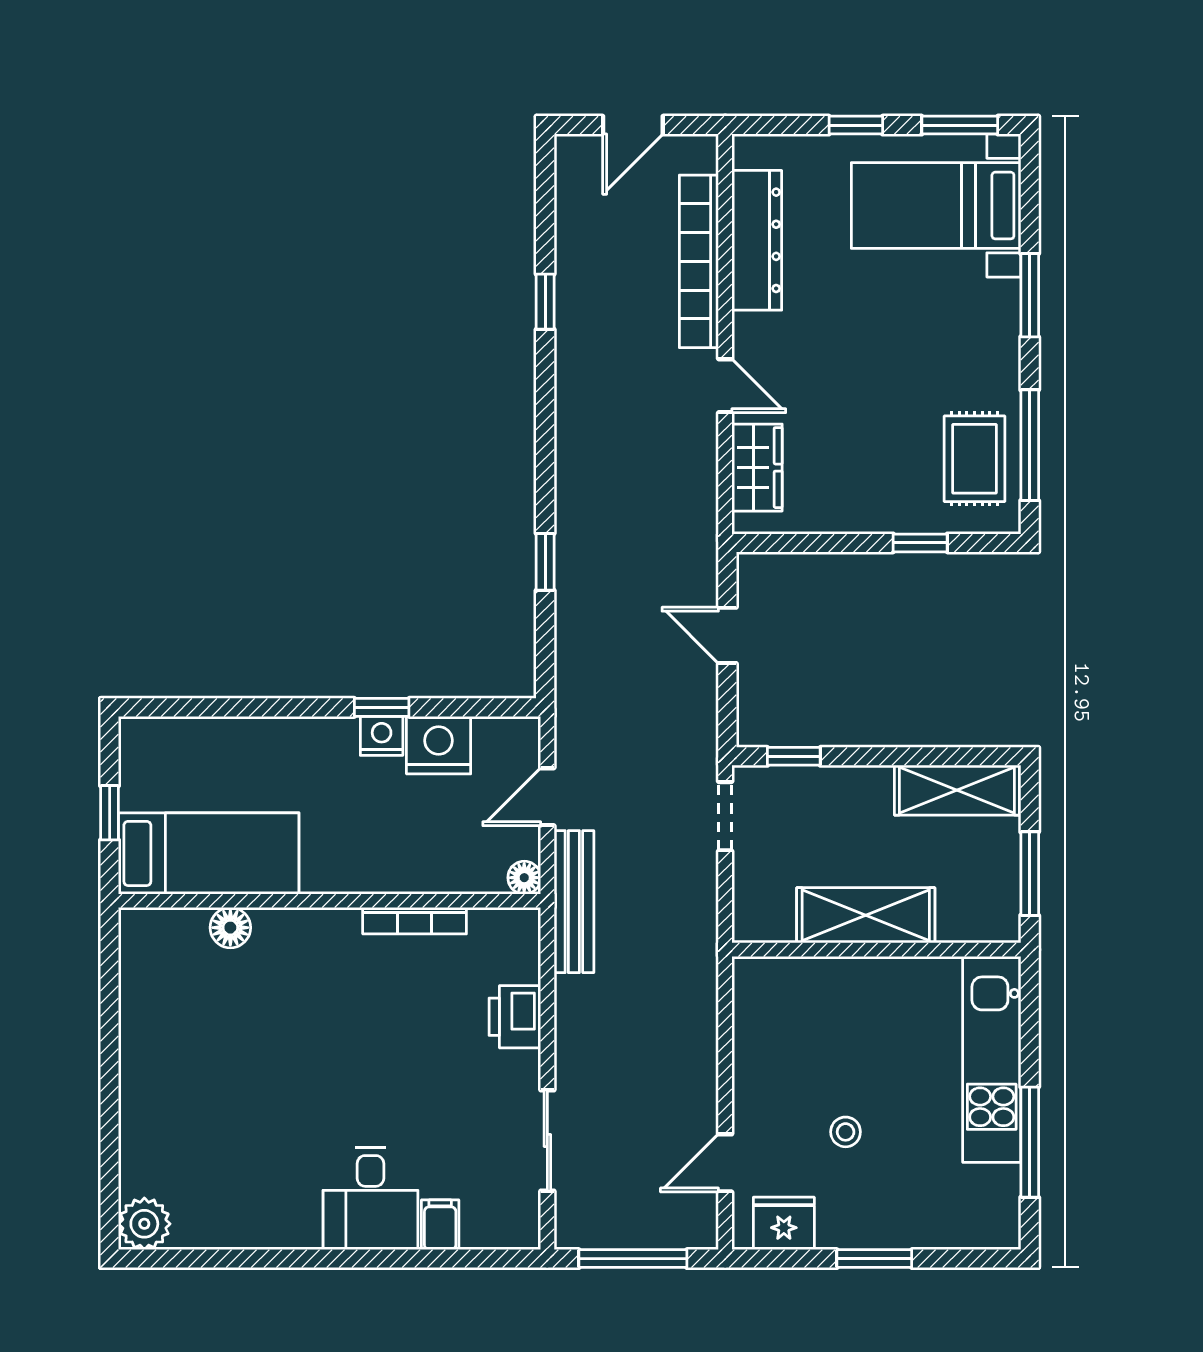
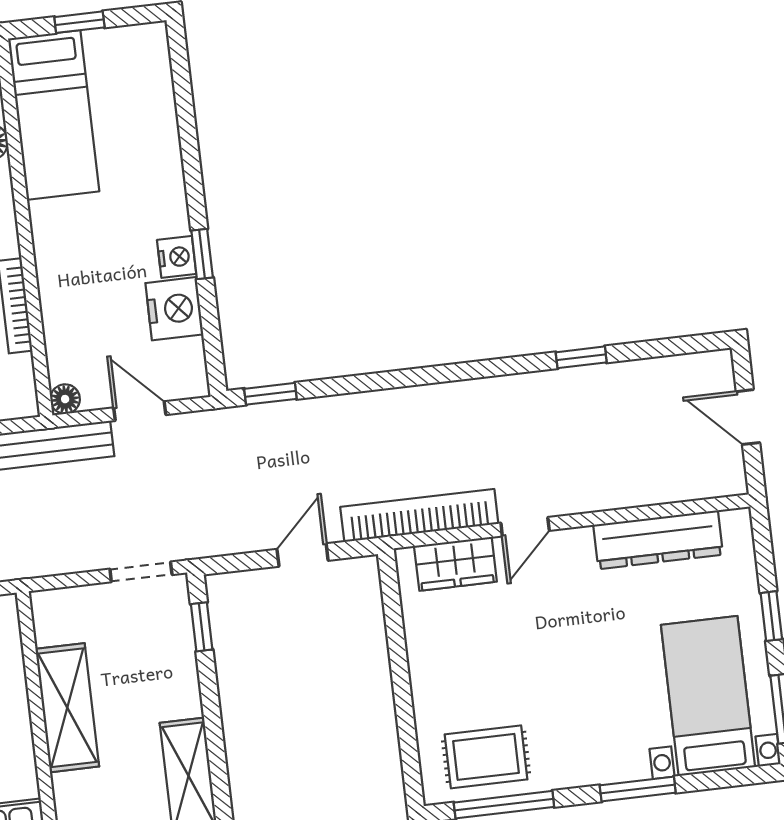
bookcase: (699, 261) -> (419, 515), moved
window: (920, 543) -> (405, 717), removed
window: (545, 562) -> (270, 394), moved

